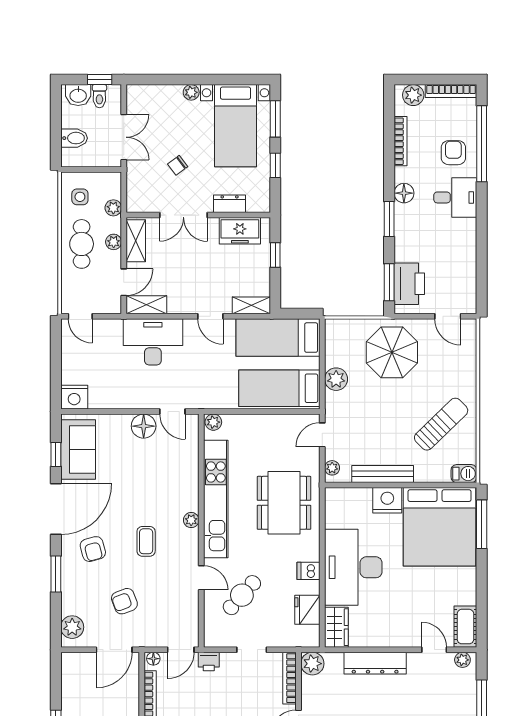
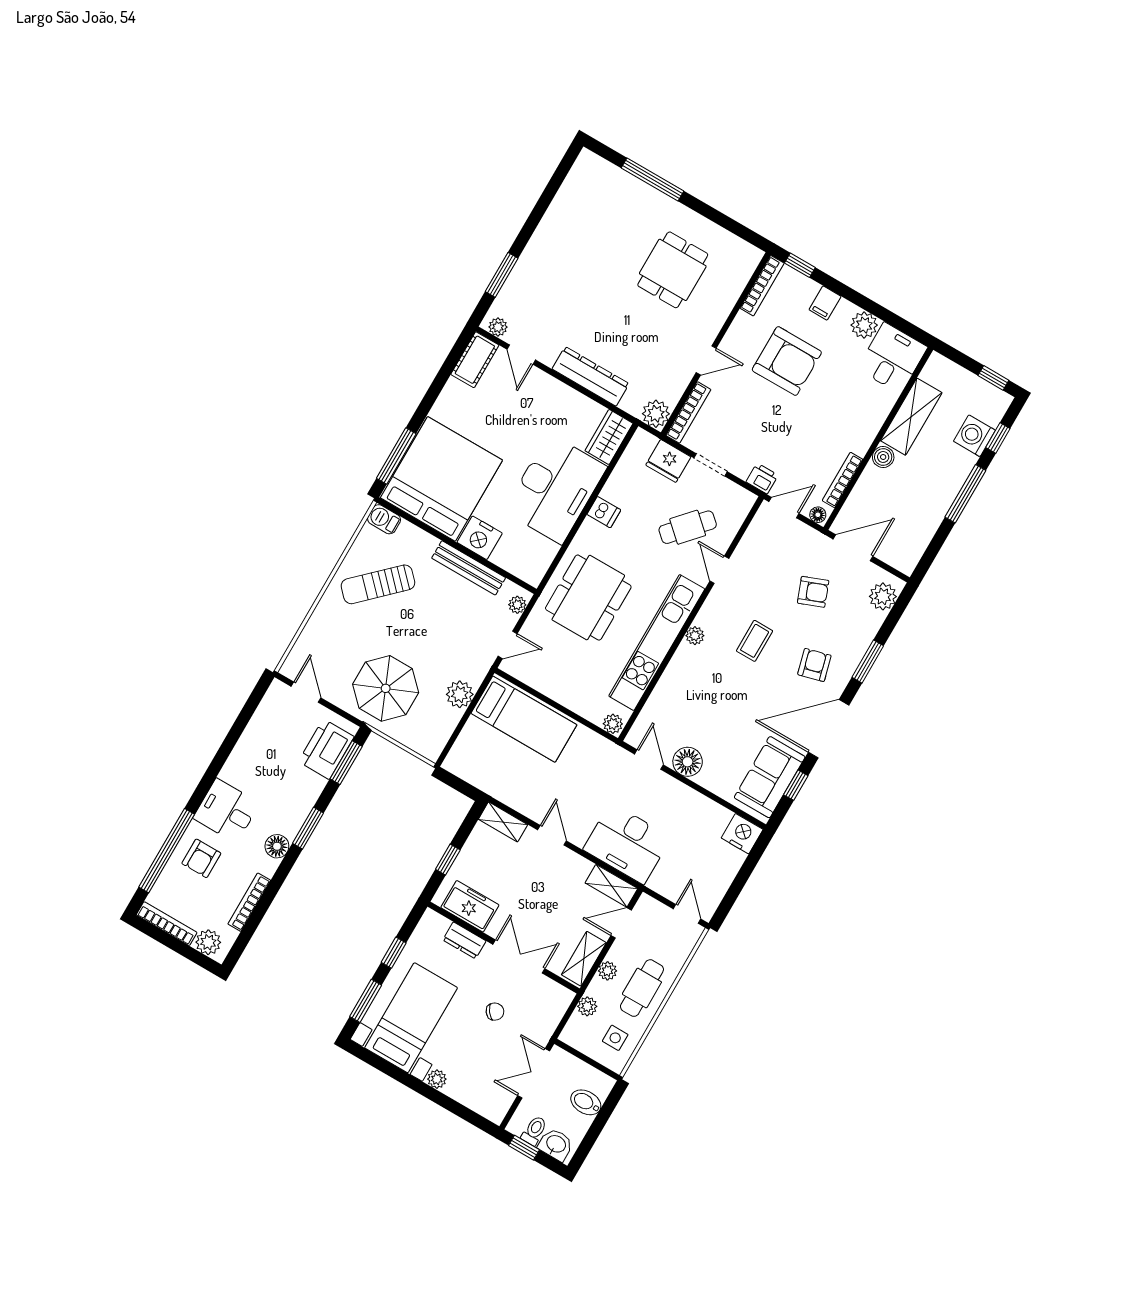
bed: (278, 338) -> (495, 772), removed
fridge: (307, 610) -> (668, 461), moved, turned 90

